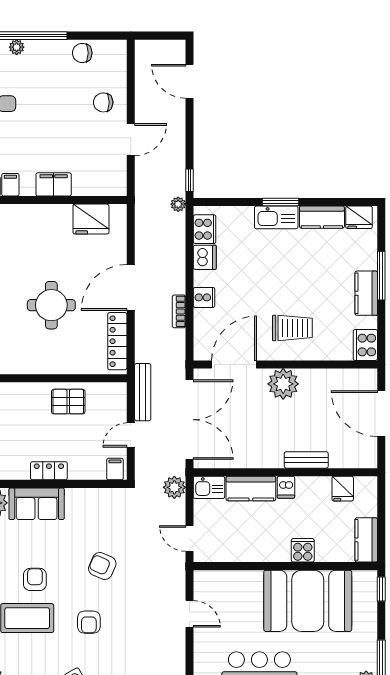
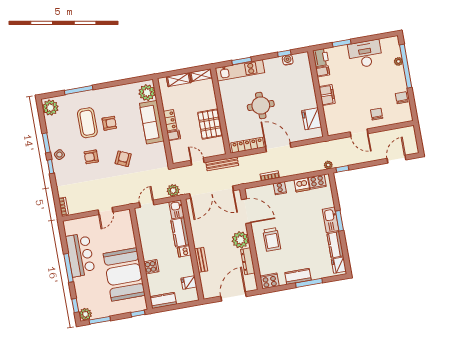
dresser: (324, 378) -> (248, 261), added
pallet: (68, 402) -> (210, 124), width x1.50, depth x1.42
filing cabinet: (115, 469) -> (174, 135), moved
sofa: (37, 504) -> (152, 122), width x1.36

